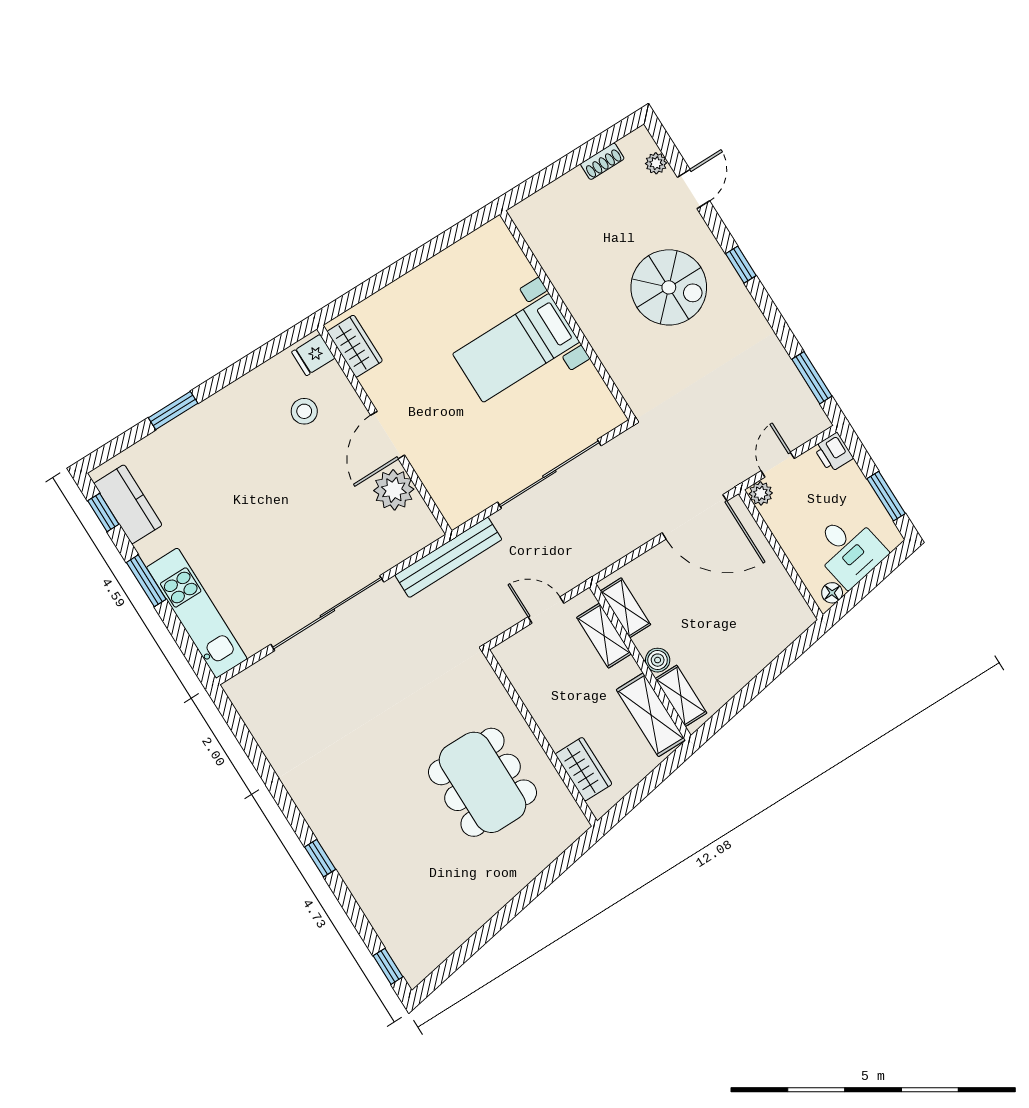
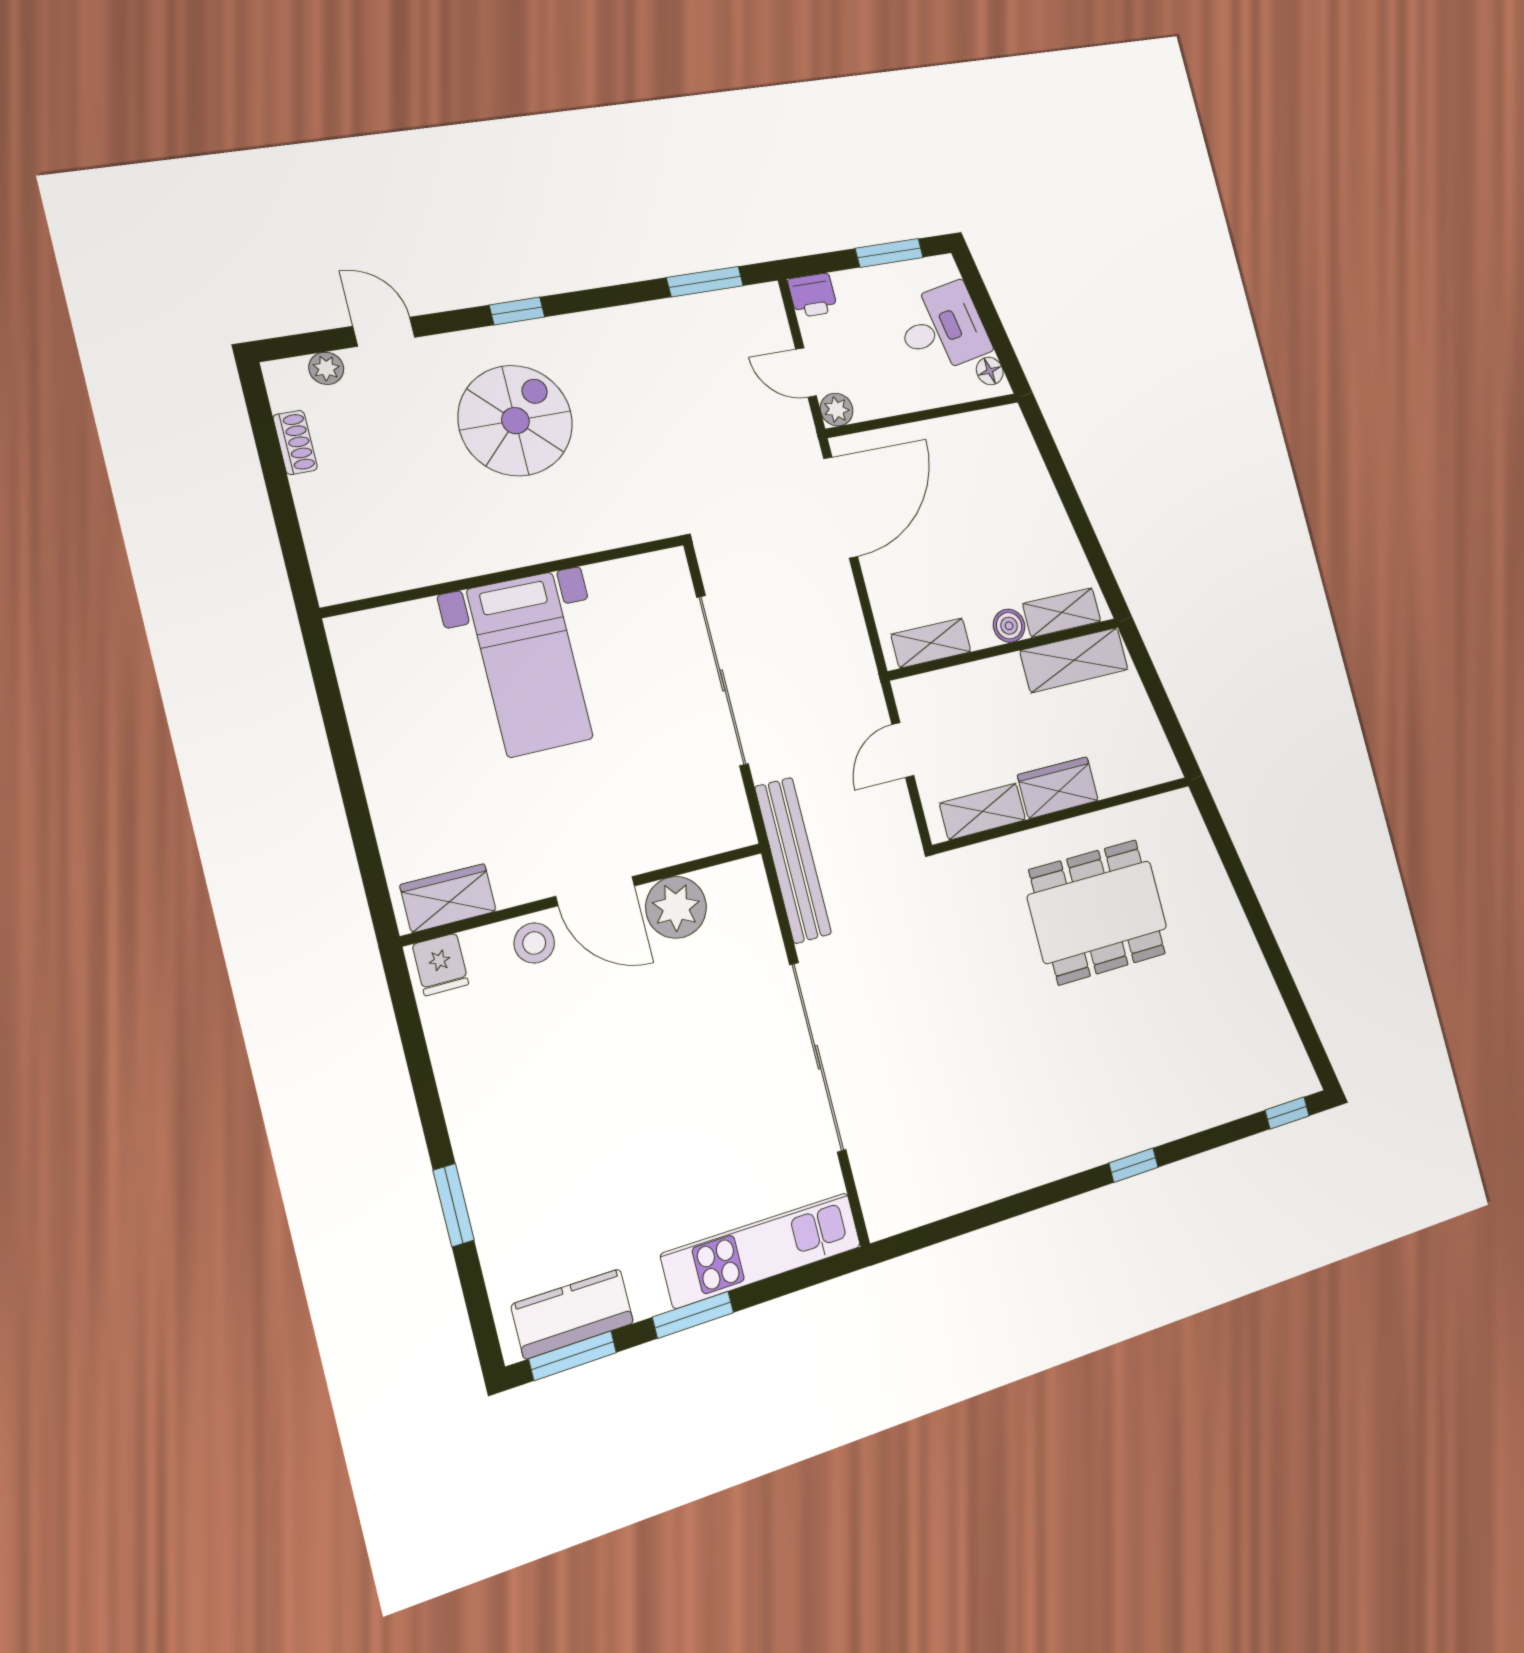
stool: (304, 411) -> (534, 943), moved
window: (103, 512) -> (573, 1356), width x1.50
shelving: (604, 636) -> (983, 812), moved
wardrobe: (584, 769) -> (1058, 788), moved

